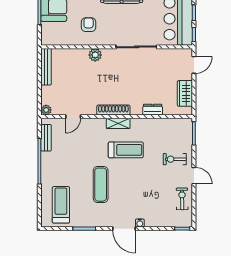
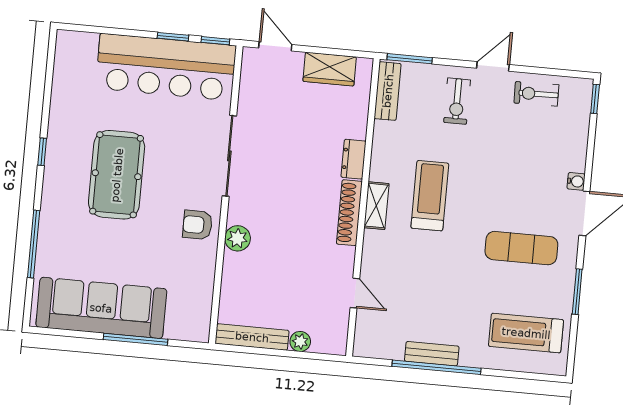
armchair: (89, 25) -> (197, 225), moved
plant: (46, 110) -> (300, 341), moved
dresser: (153, 110) -> (353, 159), moved
bench: (177, 124) -> (388, 91), added
bench: (46, 138) -> (432, 354), moved
exercise mat: (101, 185) -> (521, 248), moved

